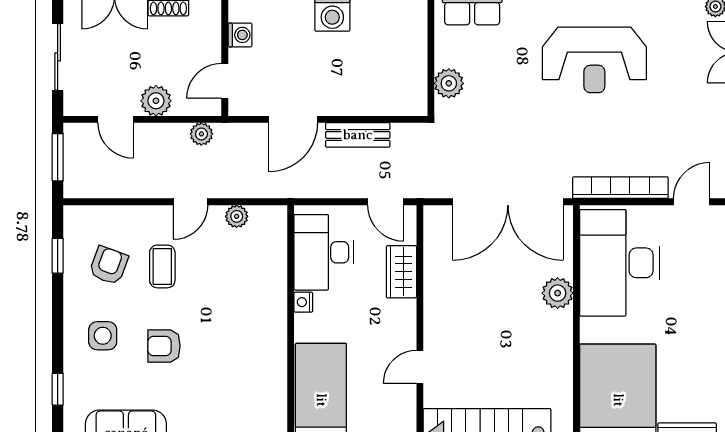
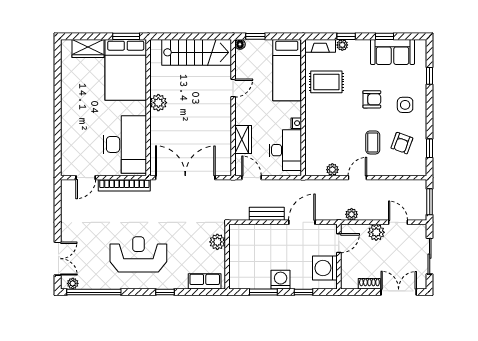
washing machine: (240, 35) -> (325, 268), width x1.89, depth x1.89
plant: (558, 293) -> (158, 103), moved
rug: (248, 378) -> (326, 82), added

